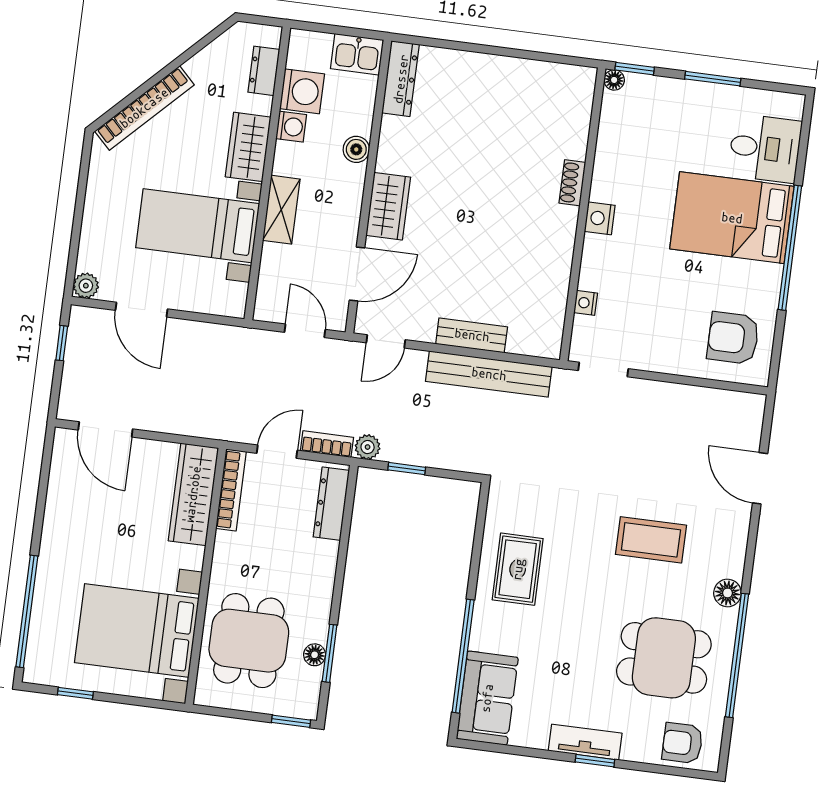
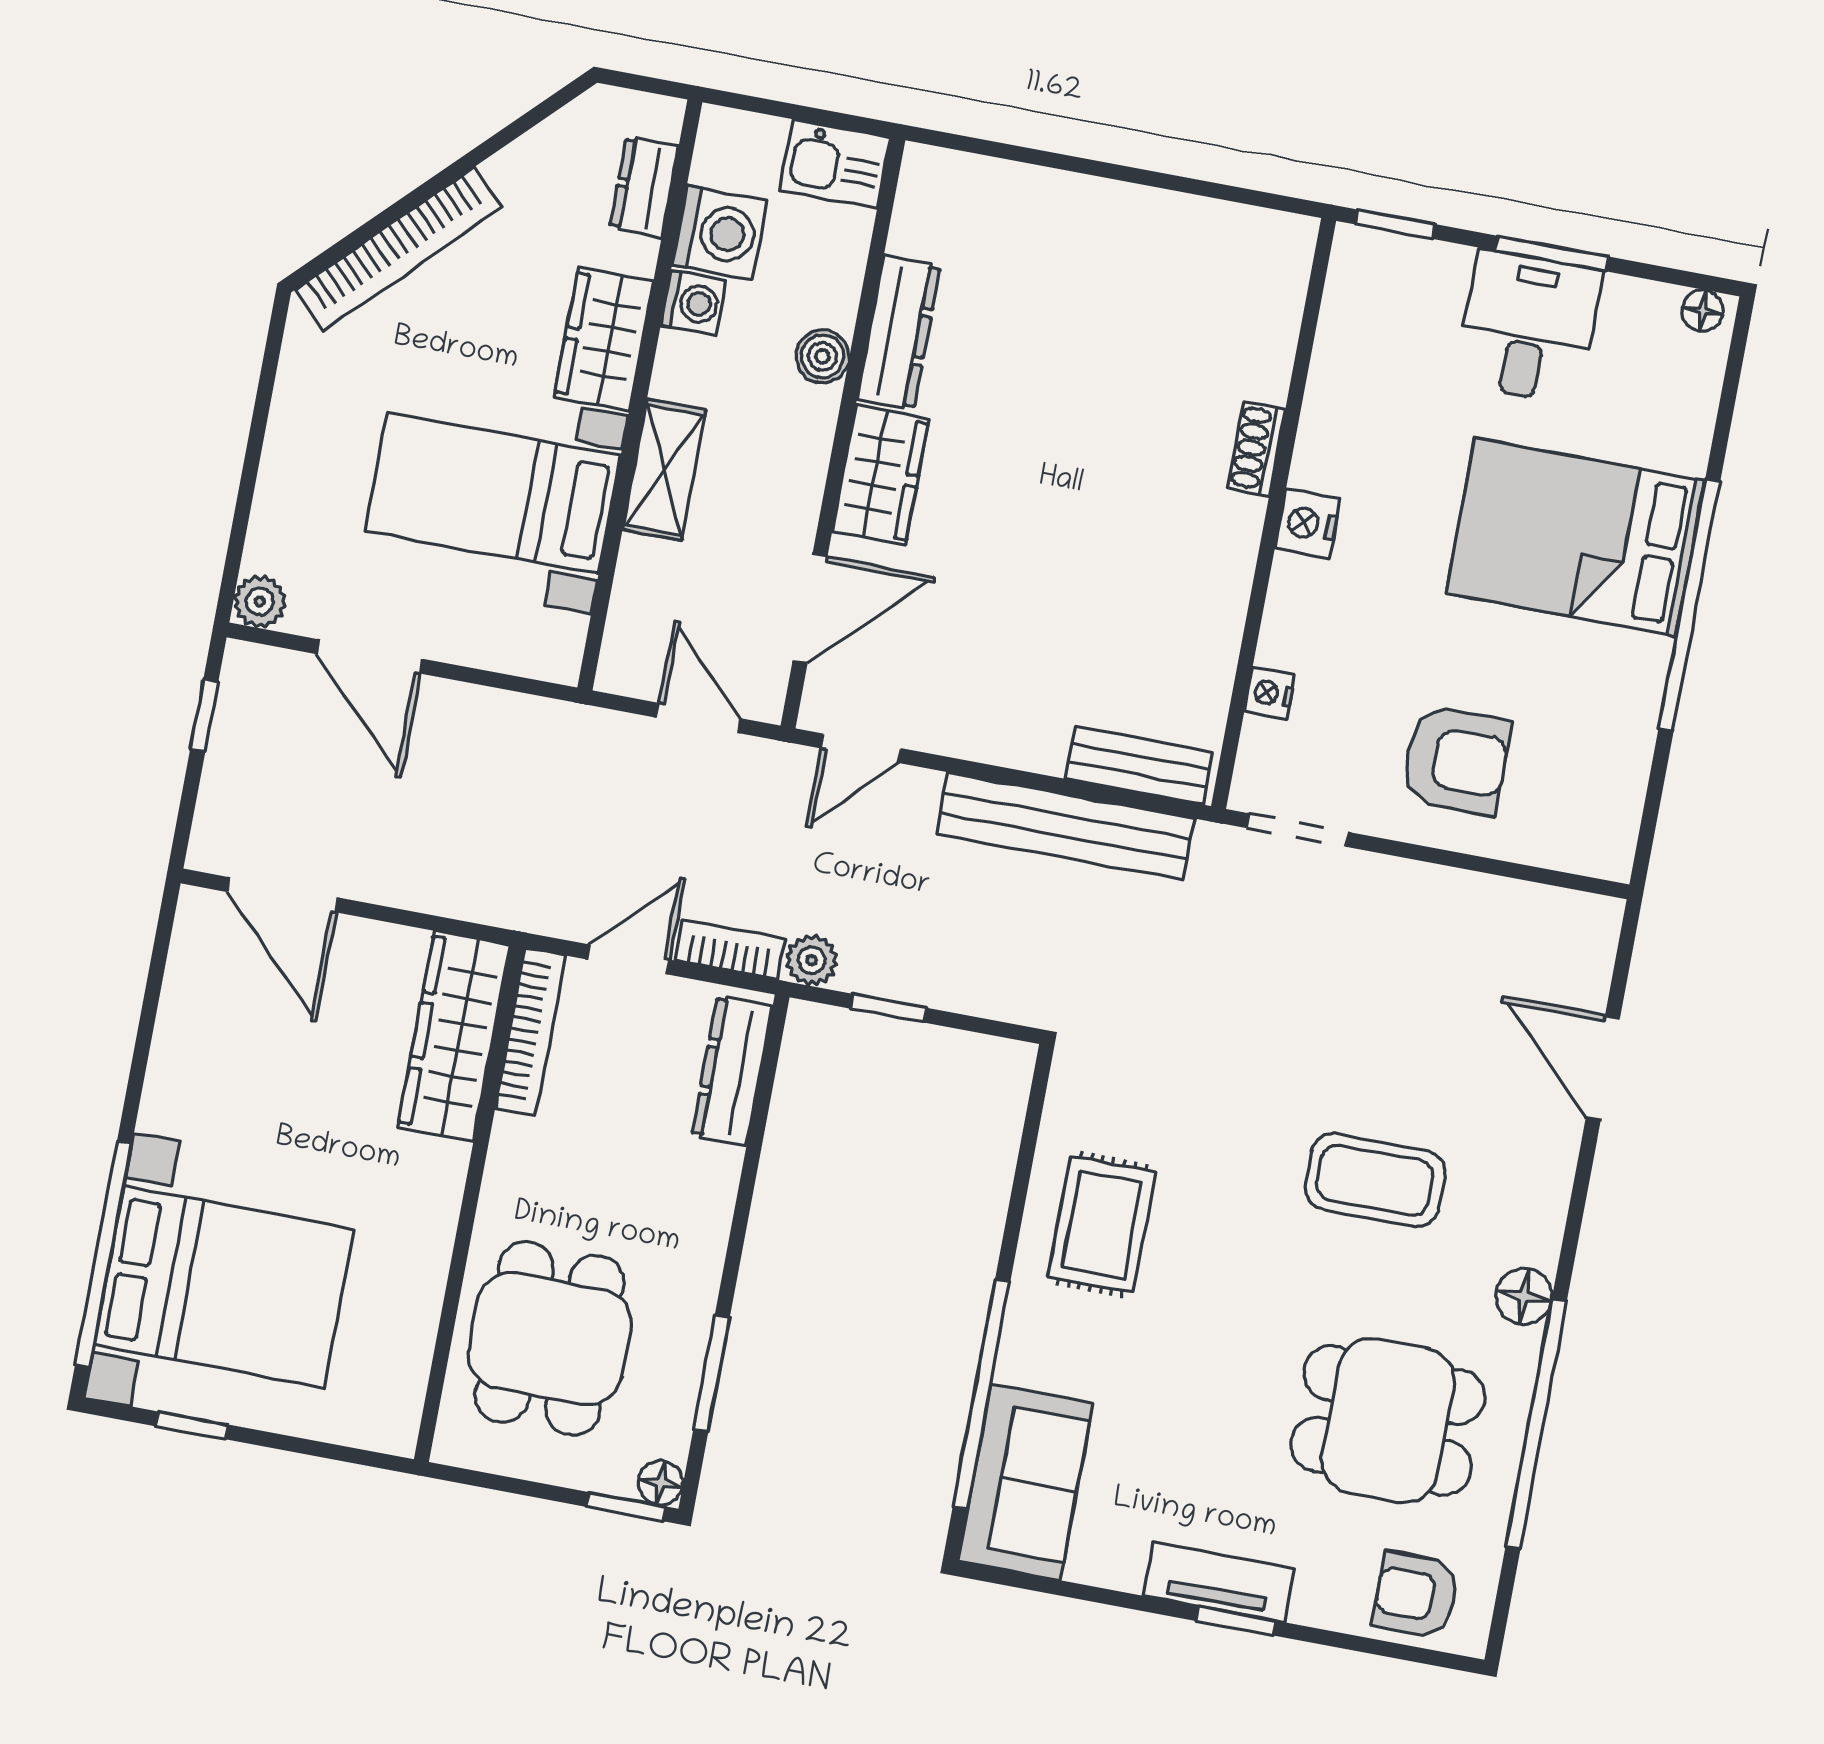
dresser: (401, 79) -> (899, 333), moved
floor lamp: (614, 80) -> (1702, 311), moved
desk: (765, 148) -> (1529, 327), moved, turned -90
bench: (472, 335) -> (1139, 766), moved
armchair: (733, 338) -> (1456, 760), moved, turned 180
bed with nightstands: (137, 630) -> (224, 1287), moved, turned 180
floor lamp: (315, 655) -> (661, 1483), moved

